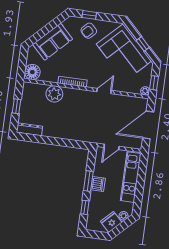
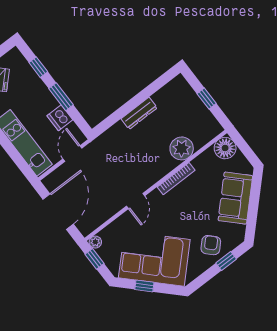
dresser: (29, 129) -> (139, 113), moved
dishwasher: (98, 184) -> (60, 118), moved

